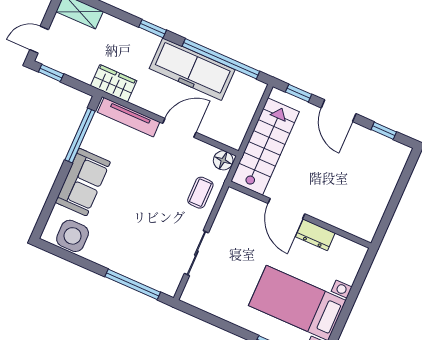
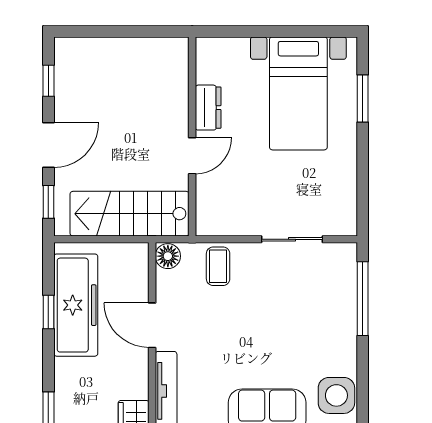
window: (221, 59) -> (48, 312), width x0.32
freezer: (192, 69) -> (76, 305), moved
coffee table: (200, 193) -> (218, 266), turned 90
door: (286, 209) -> (192, 156), width x0.73

